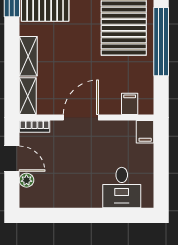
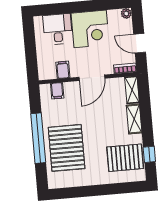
filing cabinet: (145, 132) -> (63, 70), moved
plant: (26, 180) -> (126, 13), moved
corner desk: (77, 184) -> (90, 29), added

